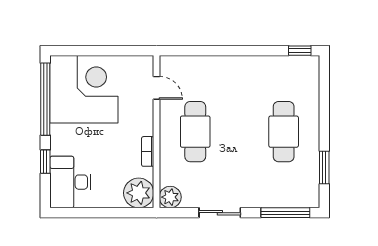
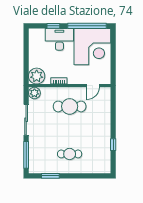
window: (300, 51) -> (113, 145), moved
cafe table: (284, 132) -> (70, 154), width x0.73, depth x0.74
desk: (70, 182) -> (59, 39), moved
sliding door: (220, 213) -> (26, 120), width x1.37

